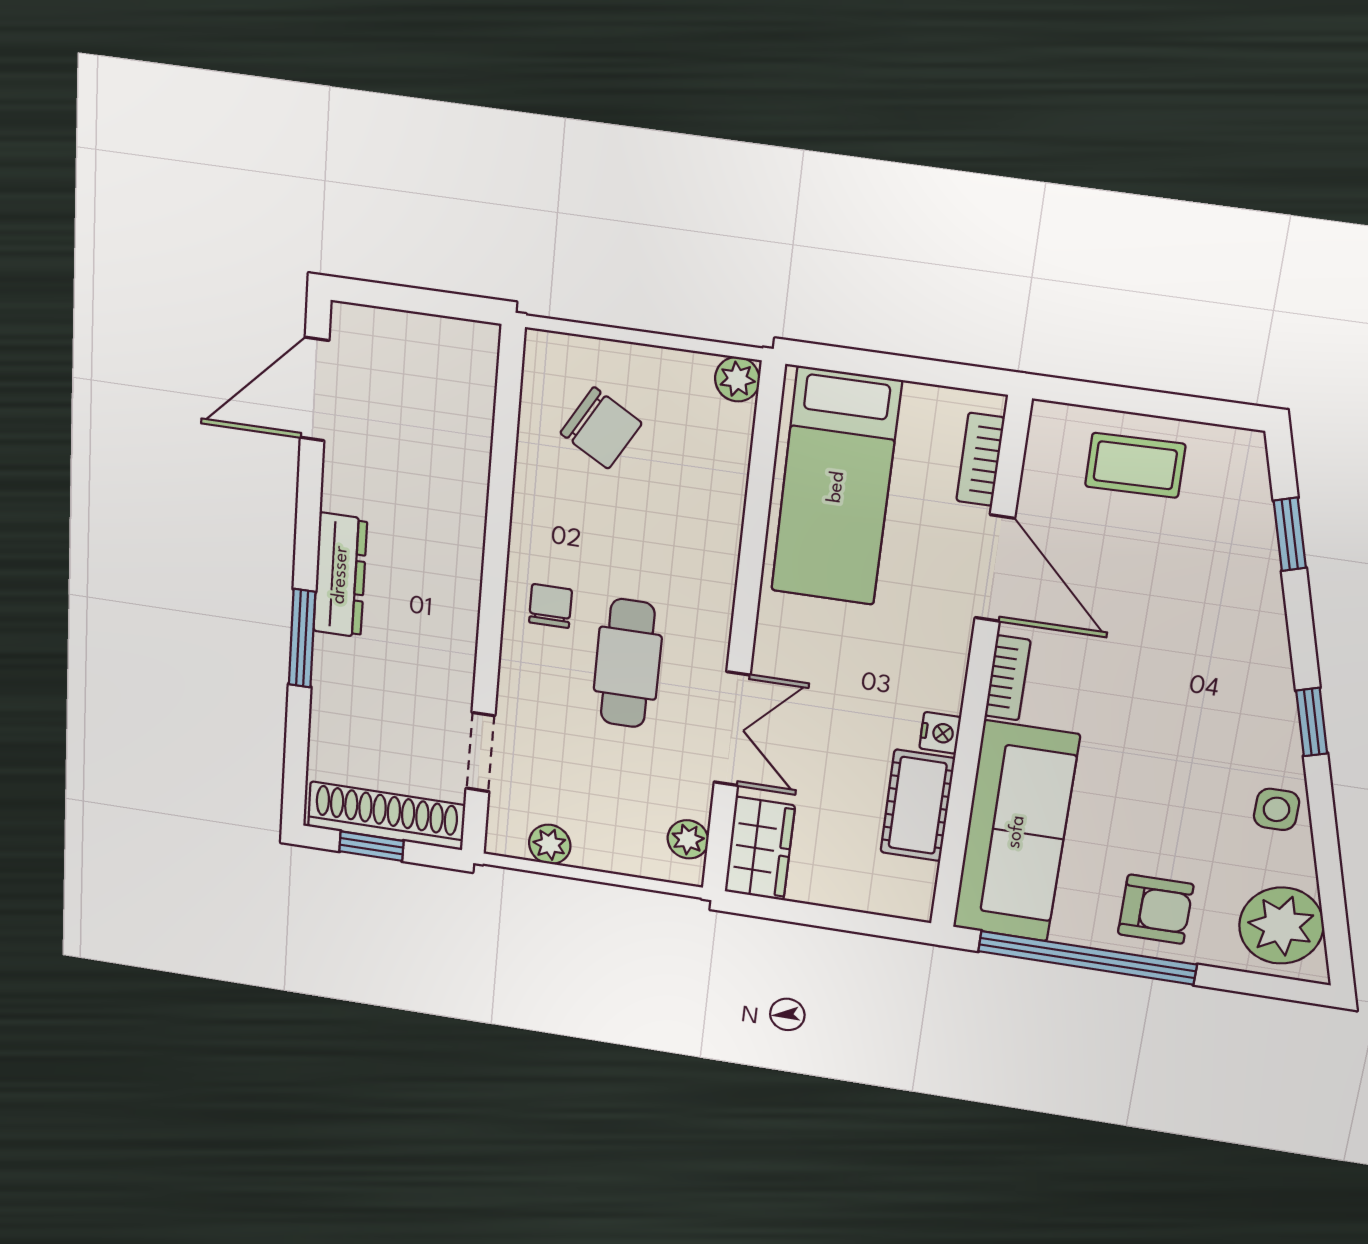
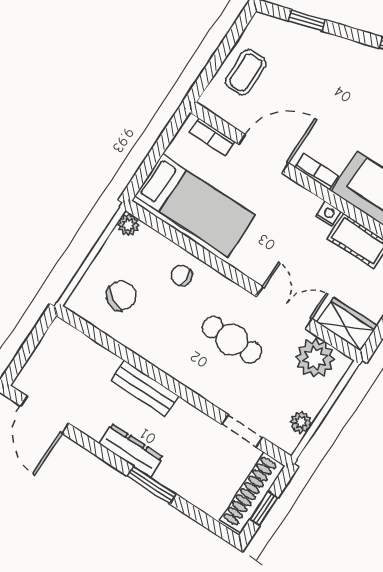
bench: (460, 549) -> (145, 388), added
chair: (550, 606) -> (181, 275), moved
plant: (688, 839) -> (315, 358), width x1.88, depth x1.88

